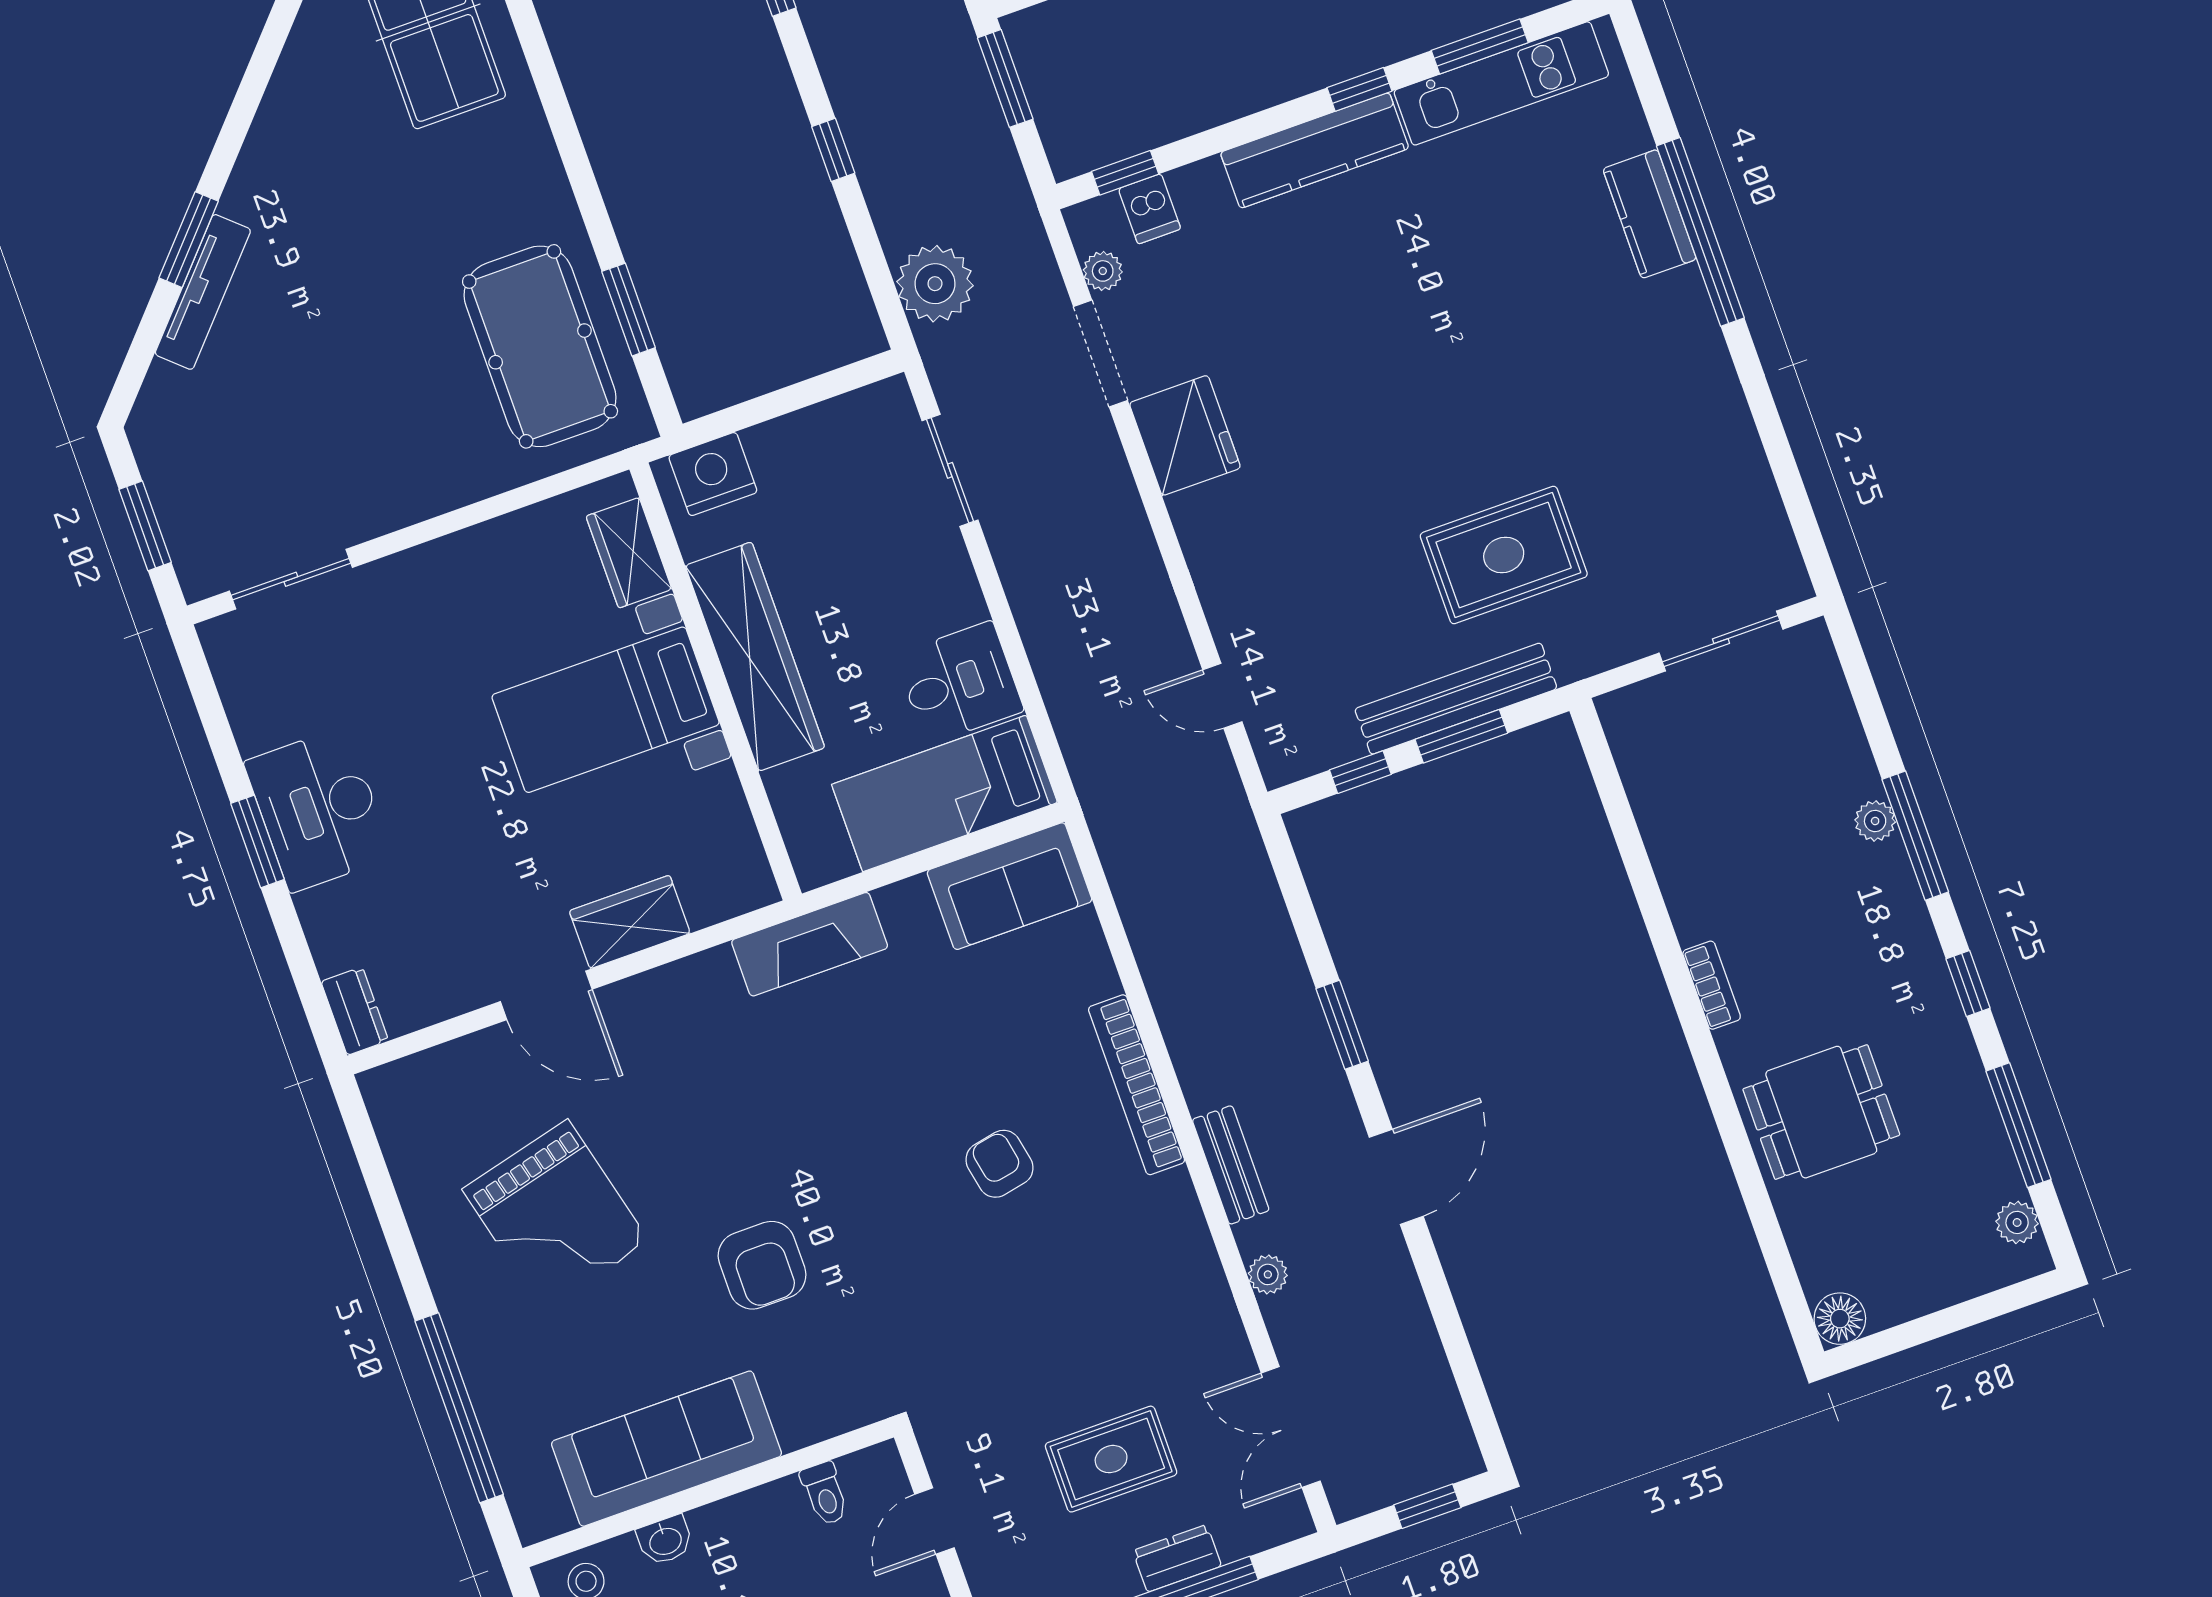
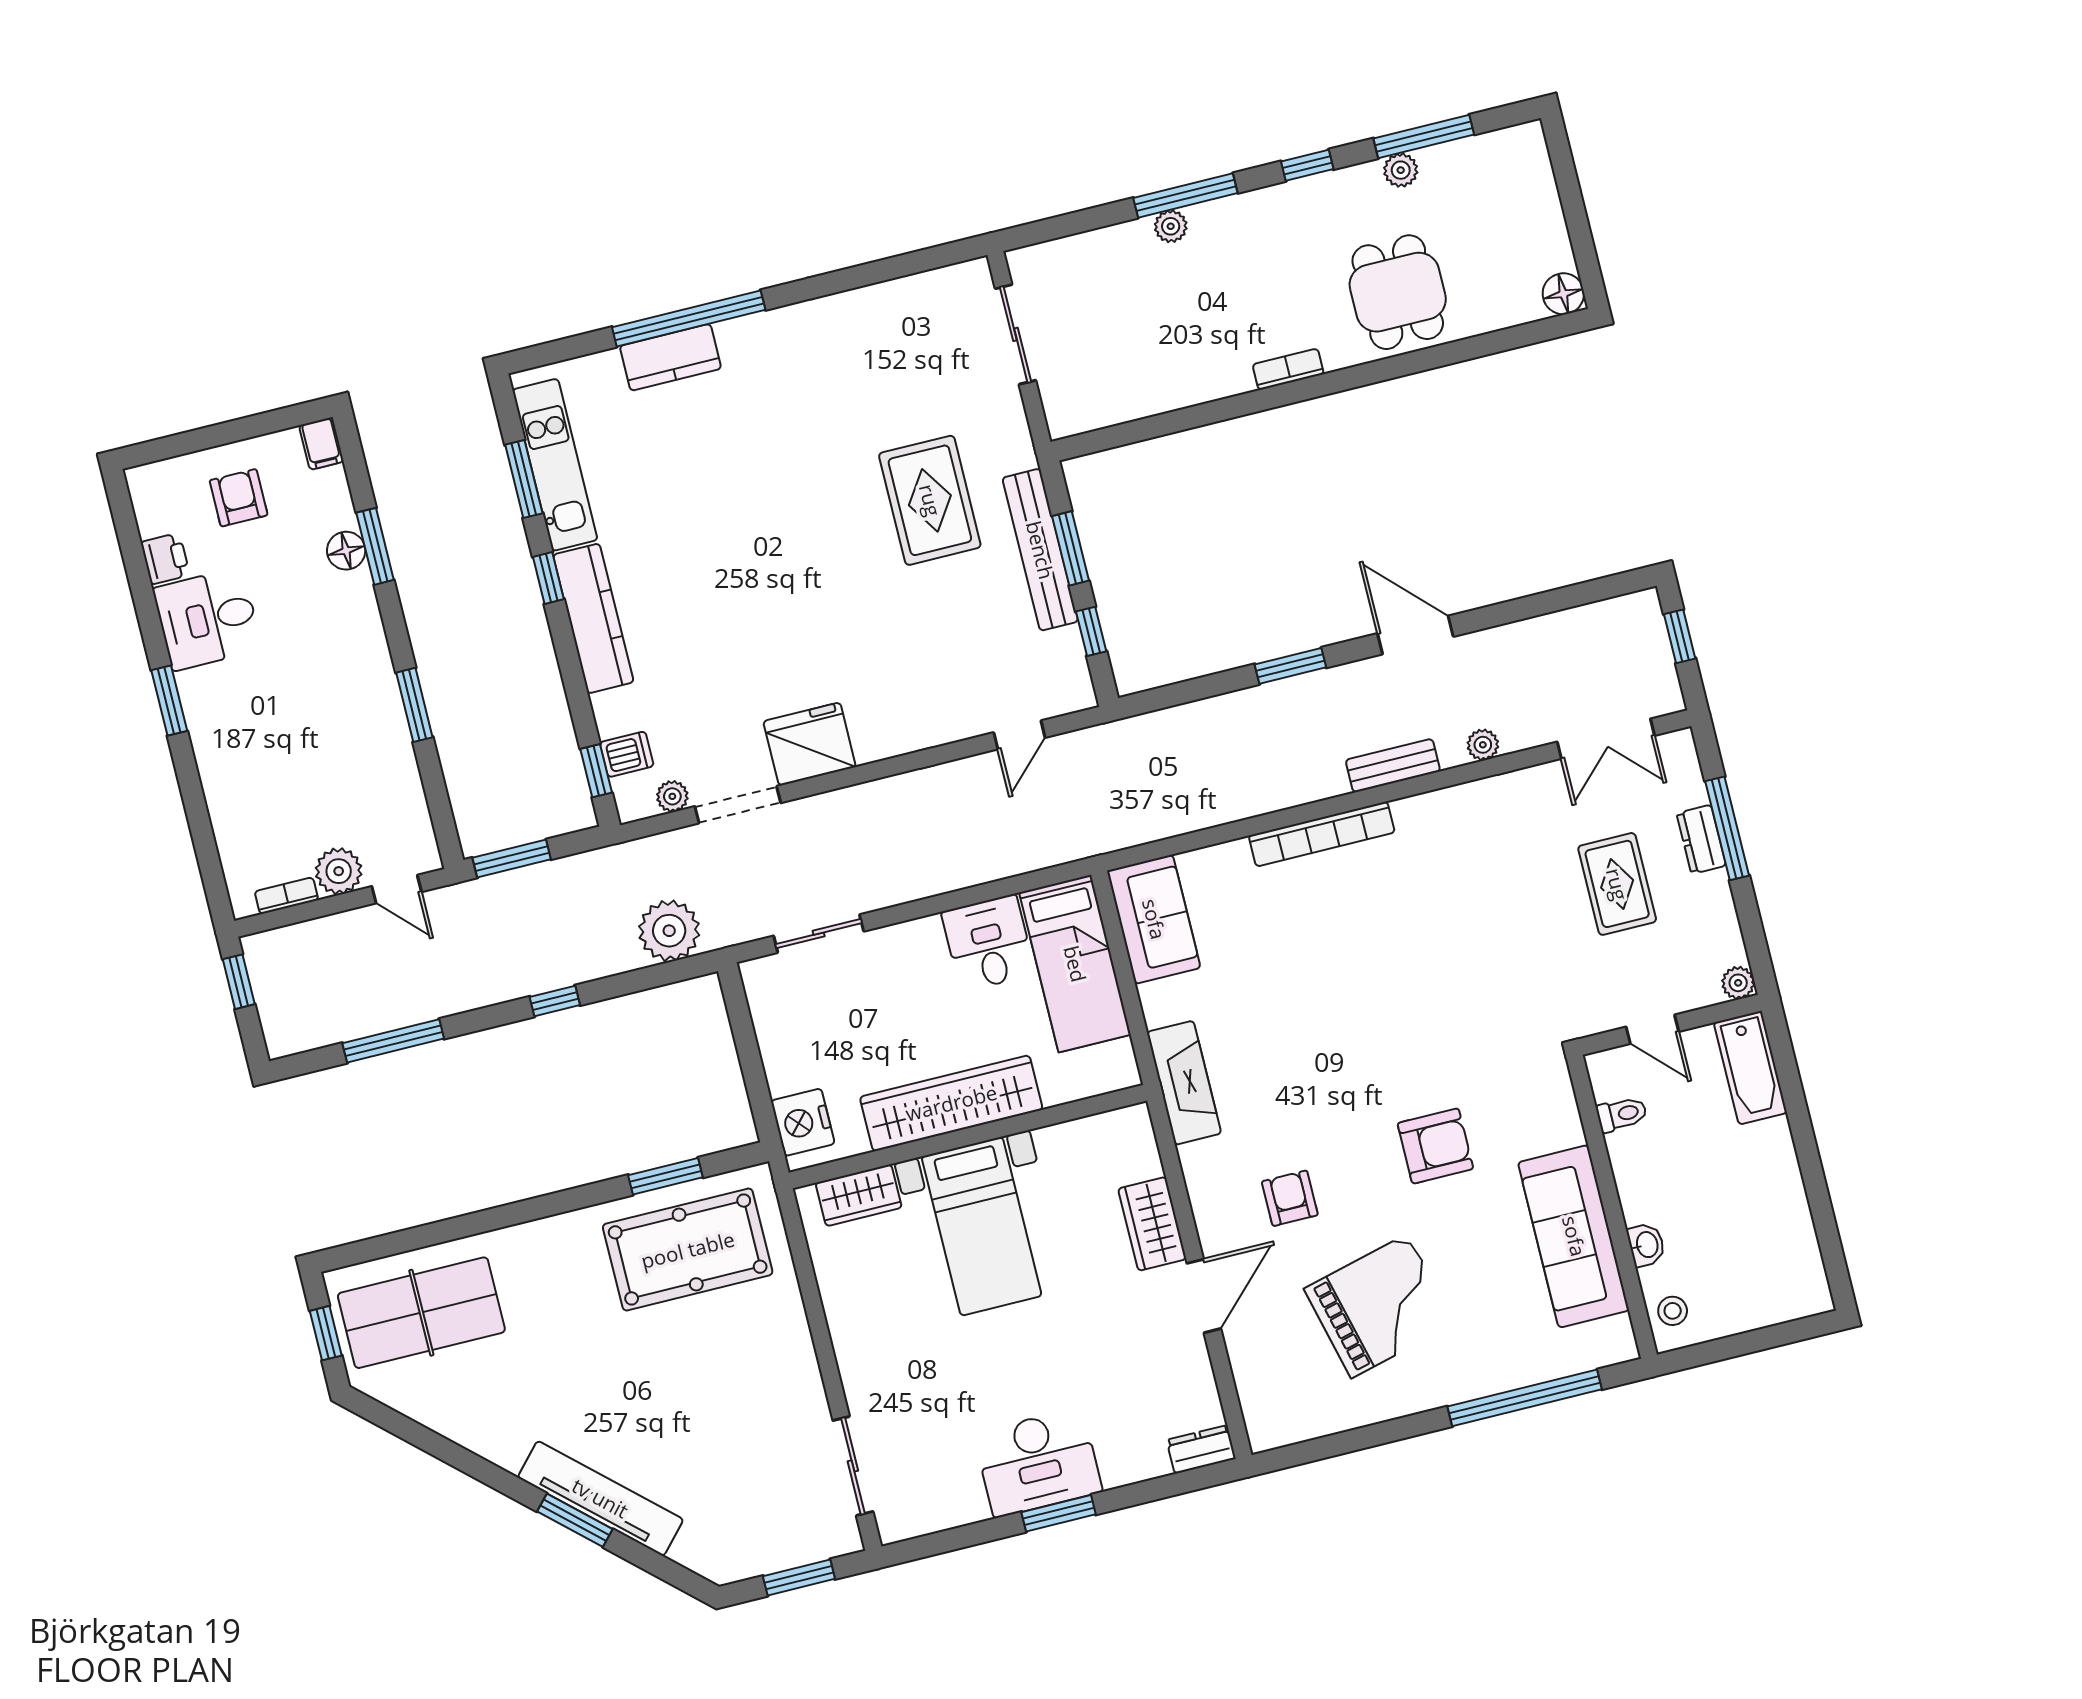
tv unit: (203, 292) -> (600, 1498), width x1.36, depth x1.29
armchair: (1000, 1164) -> (1290, 1198), moved, turned 101
plant: (2017, 1222) -> (1401, 170), moved

